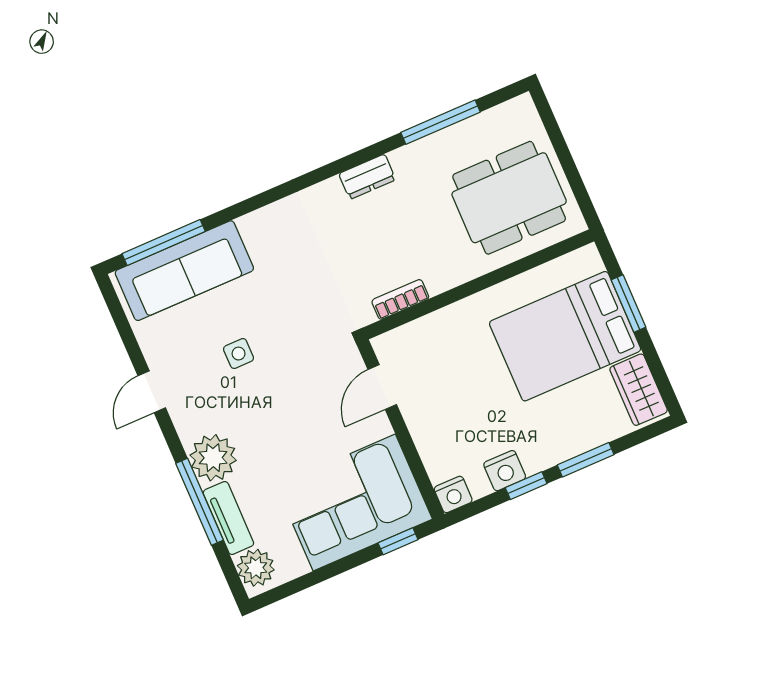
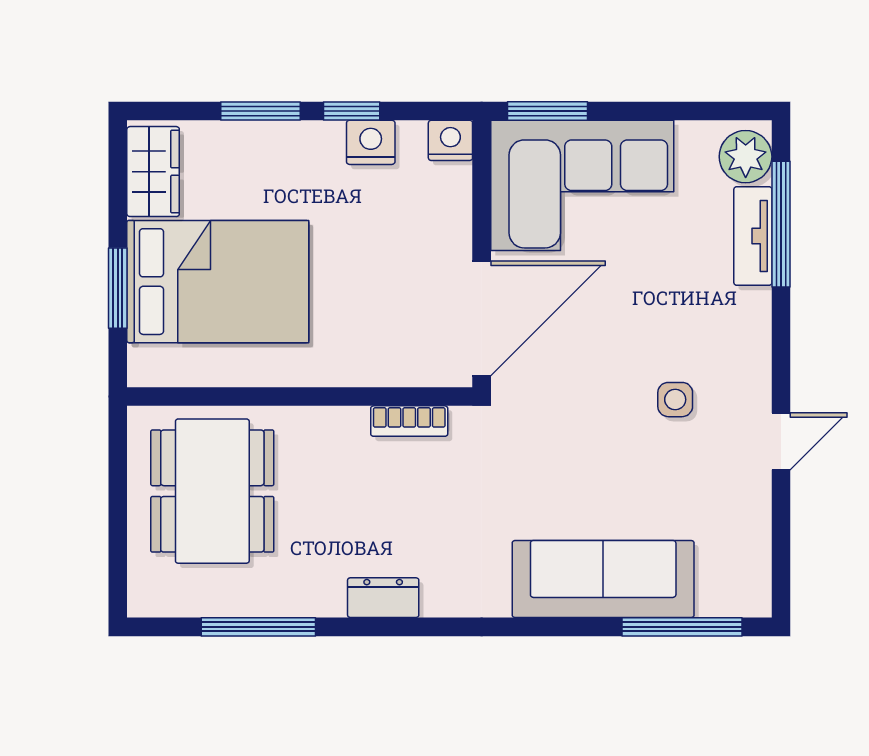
dining table: (509, 198) -> (212, 491), turned 90
sofa: (184, 271) -> (603, 579), moved
side table: (239, 354) -> (675, 400), moved
door: (382, 387) -> (482, 318), width x1.87
plant: (213, 458) -> (739, 322), removed
window: (200, 502) -> (781, 224), moved
window: (398, 541) -> (548, 111), width x1.50

